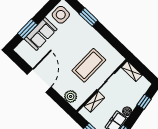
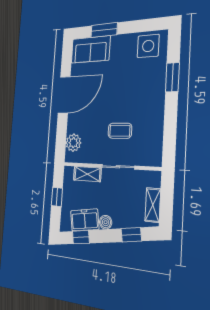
sofa: (41, 34) -> (91, 49), moved
coffee table: (89, 65) -> (120, 131), width x0.54, depth x0.58
shelving: (132, 71) -> (153, 205), moved

